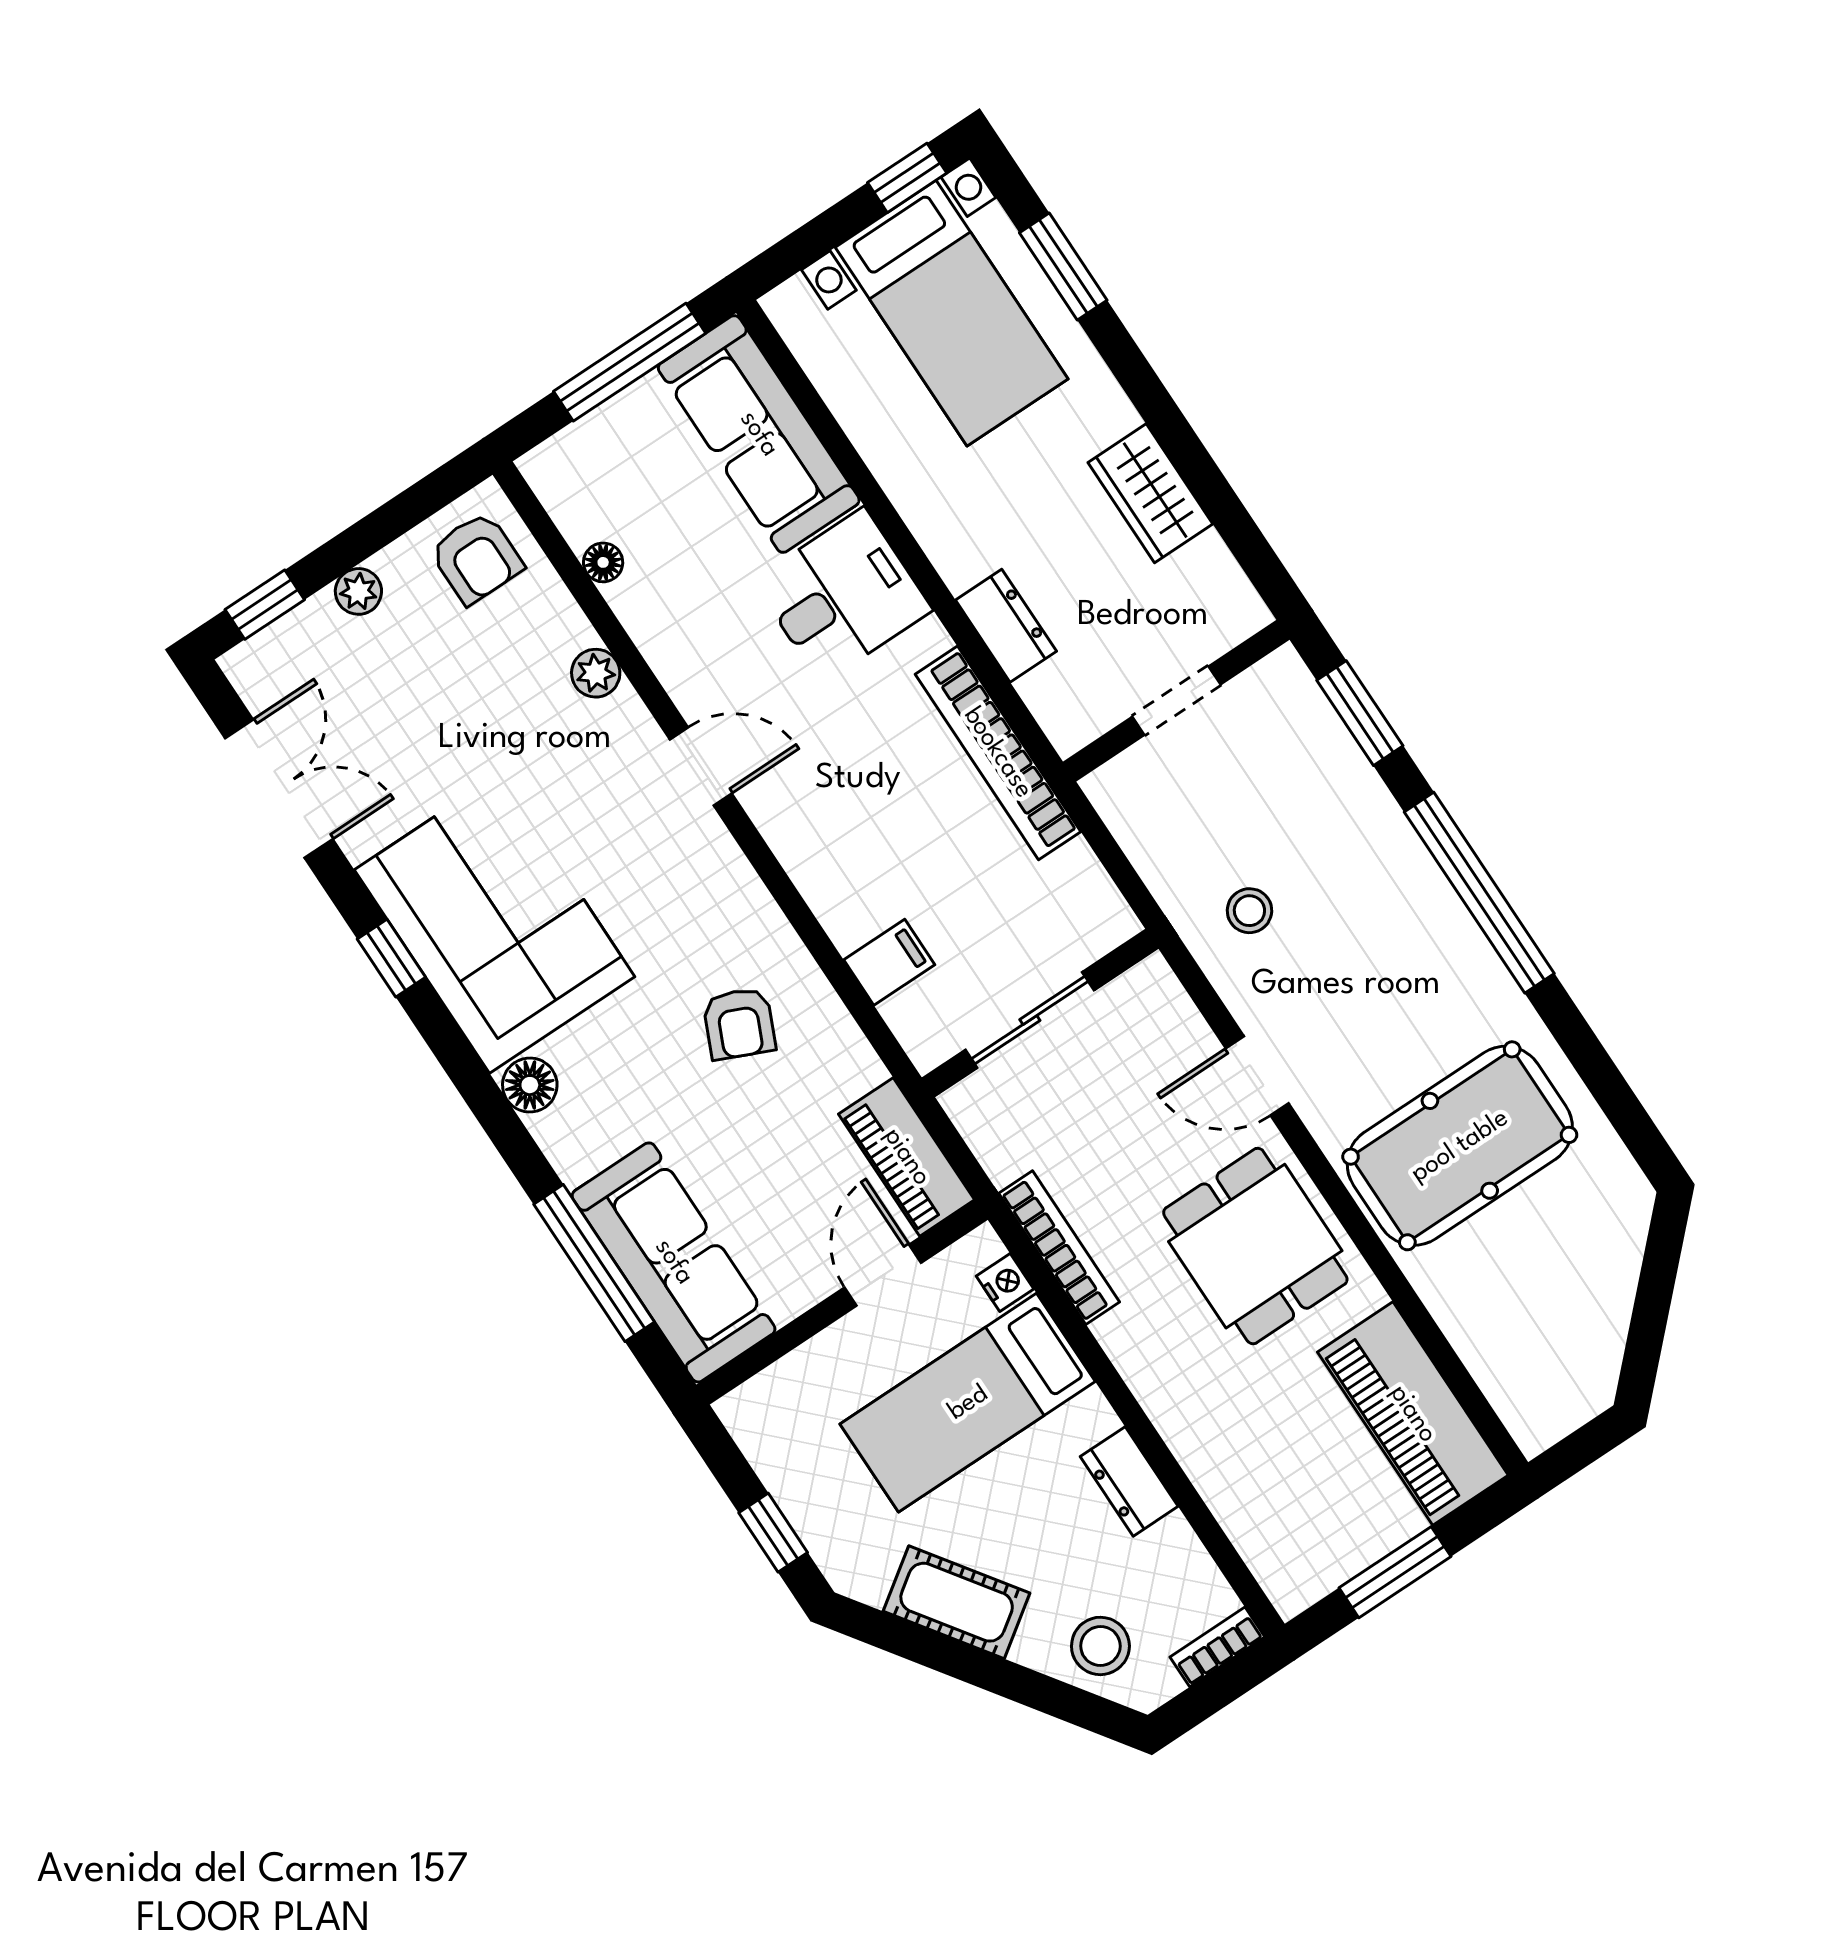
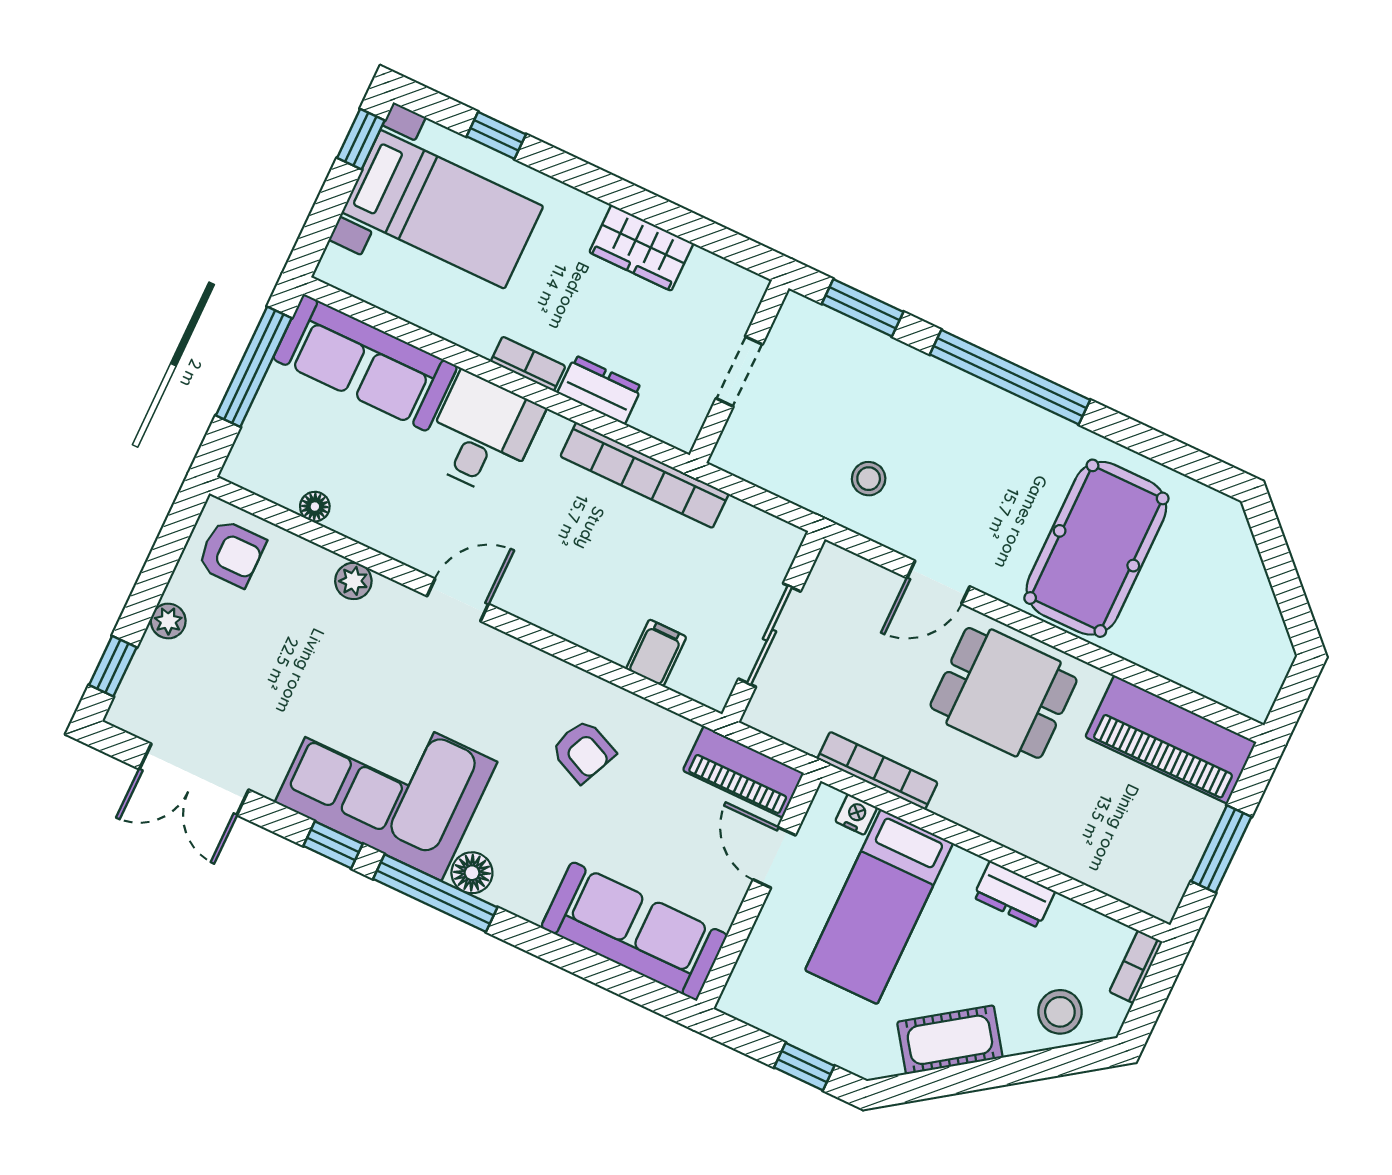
window: (1063, 267) -> (496, 135), width x0.67
bookcase: (942, 547) -> (528, 364), added
double door: (279, 789) -> (194, 779), swing flipped
window: (594, 1263) -> (435, 893), moved

